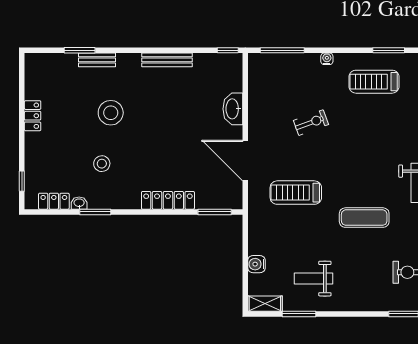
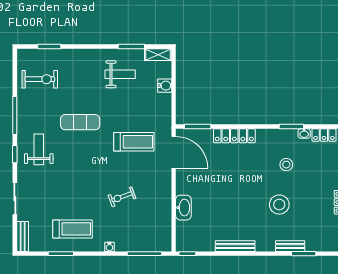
door: (245, 160) -> (174, 152), moved

